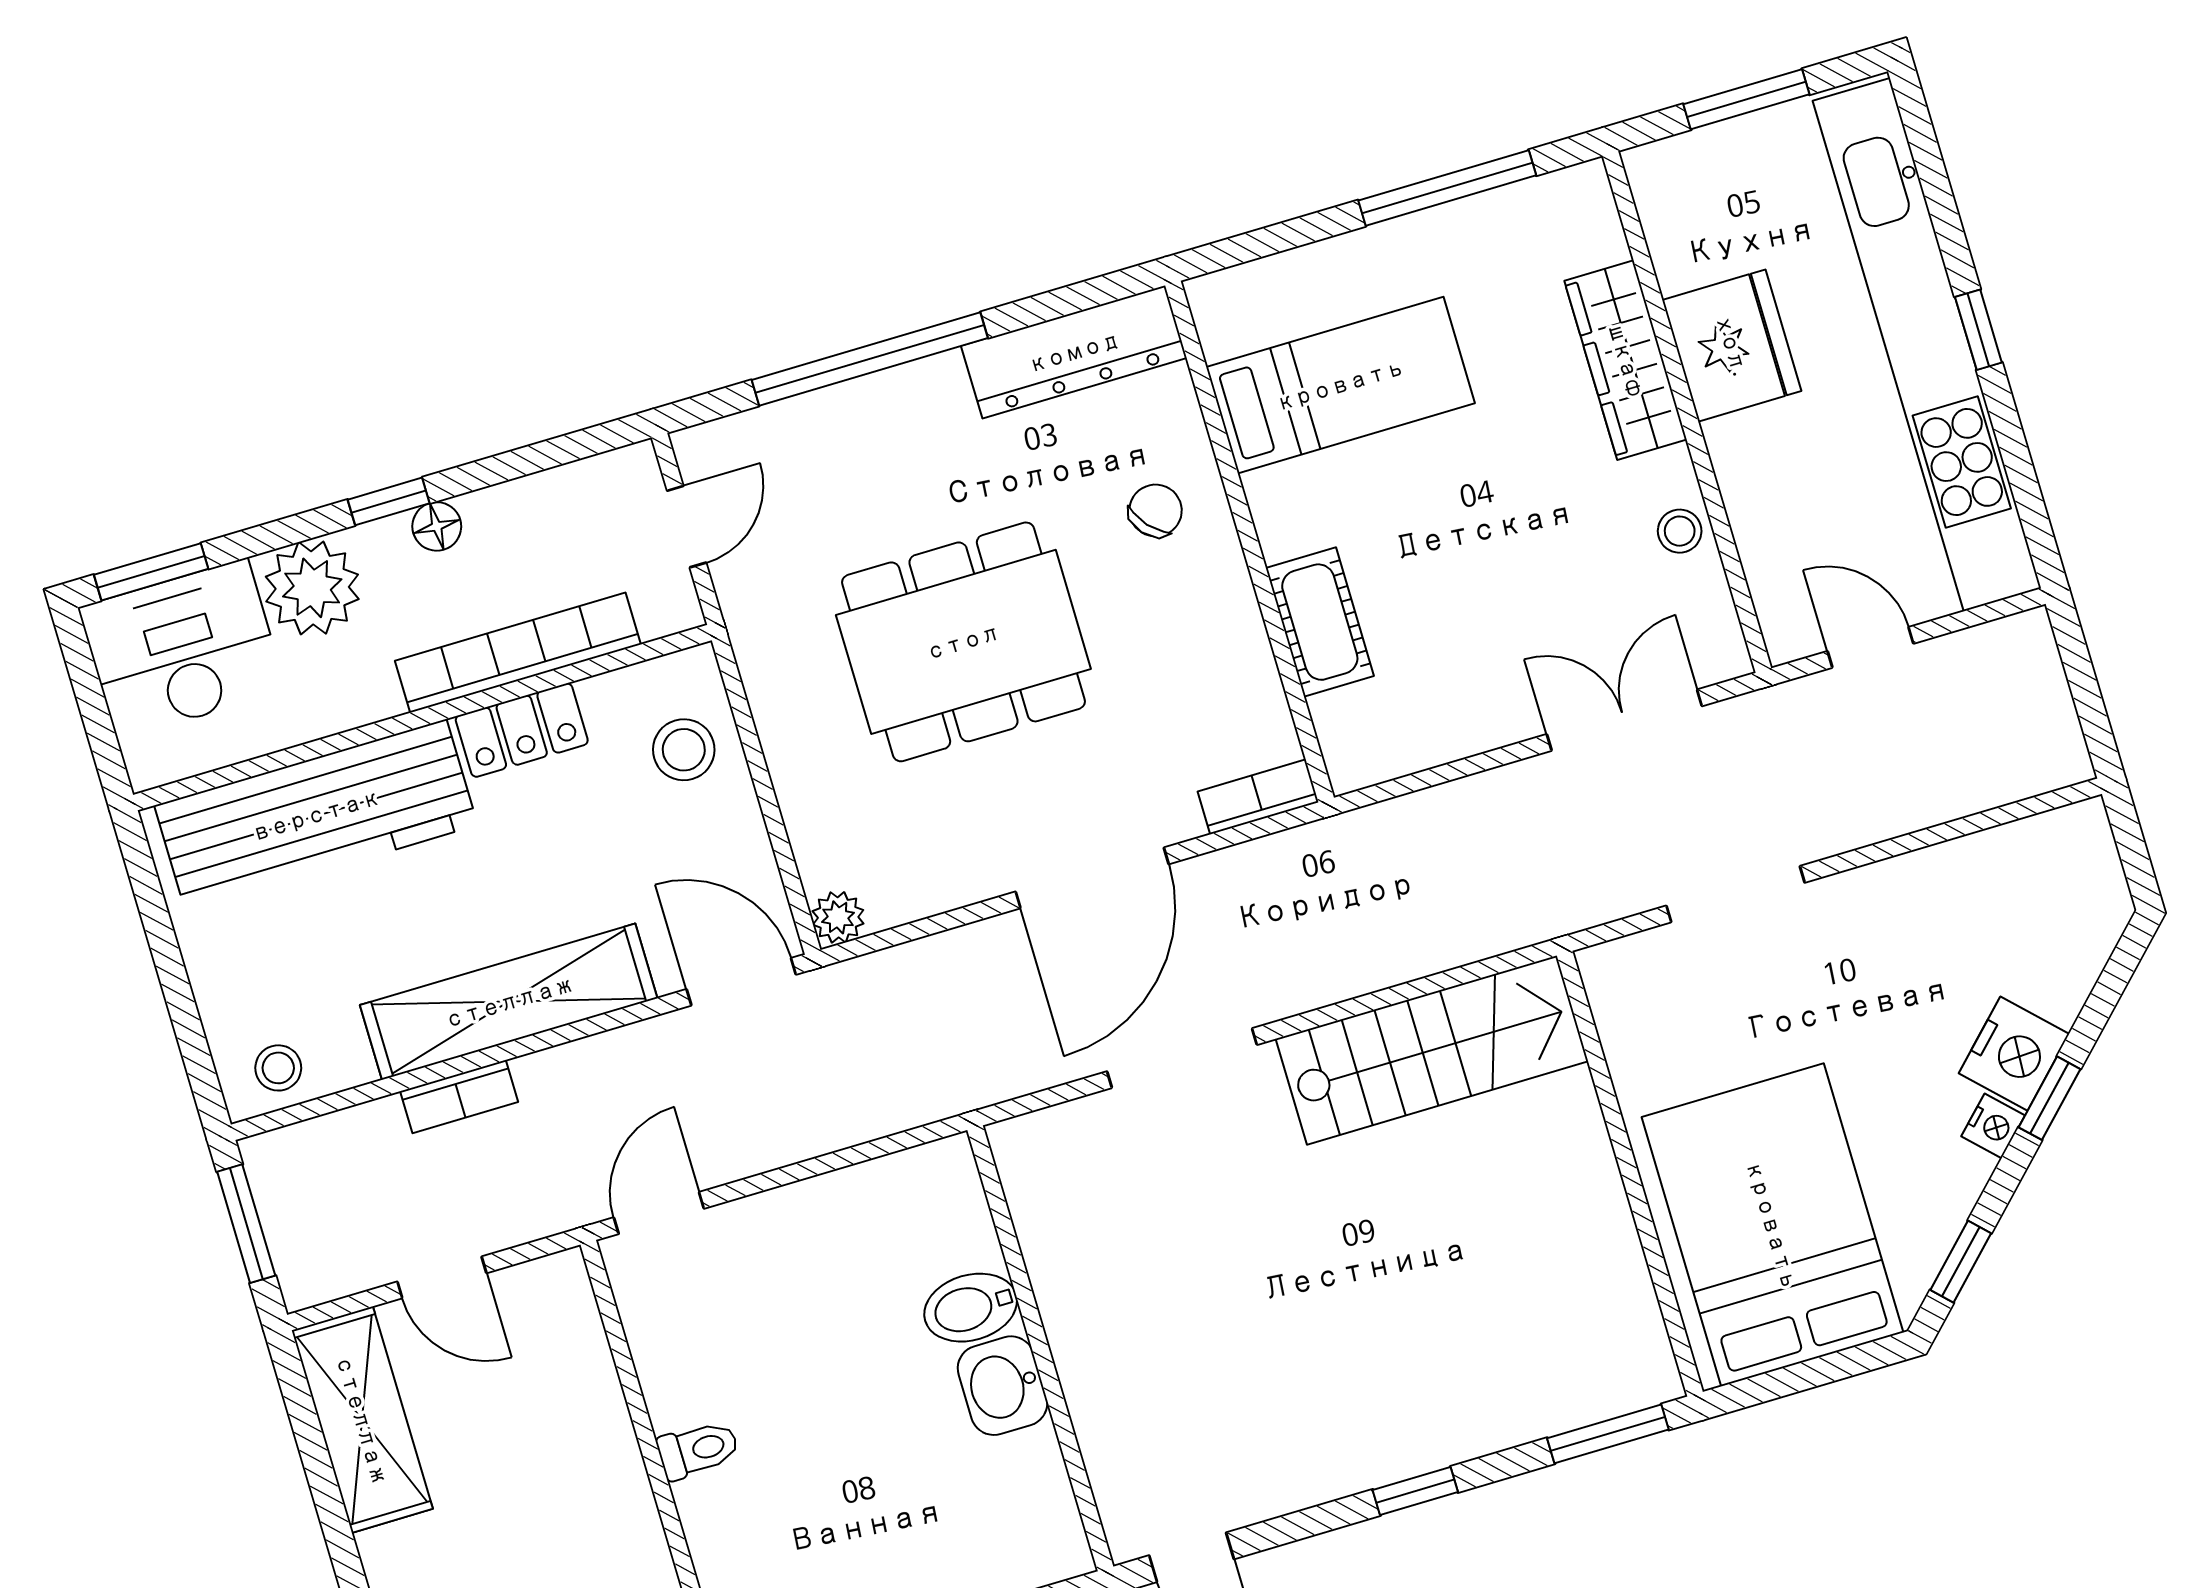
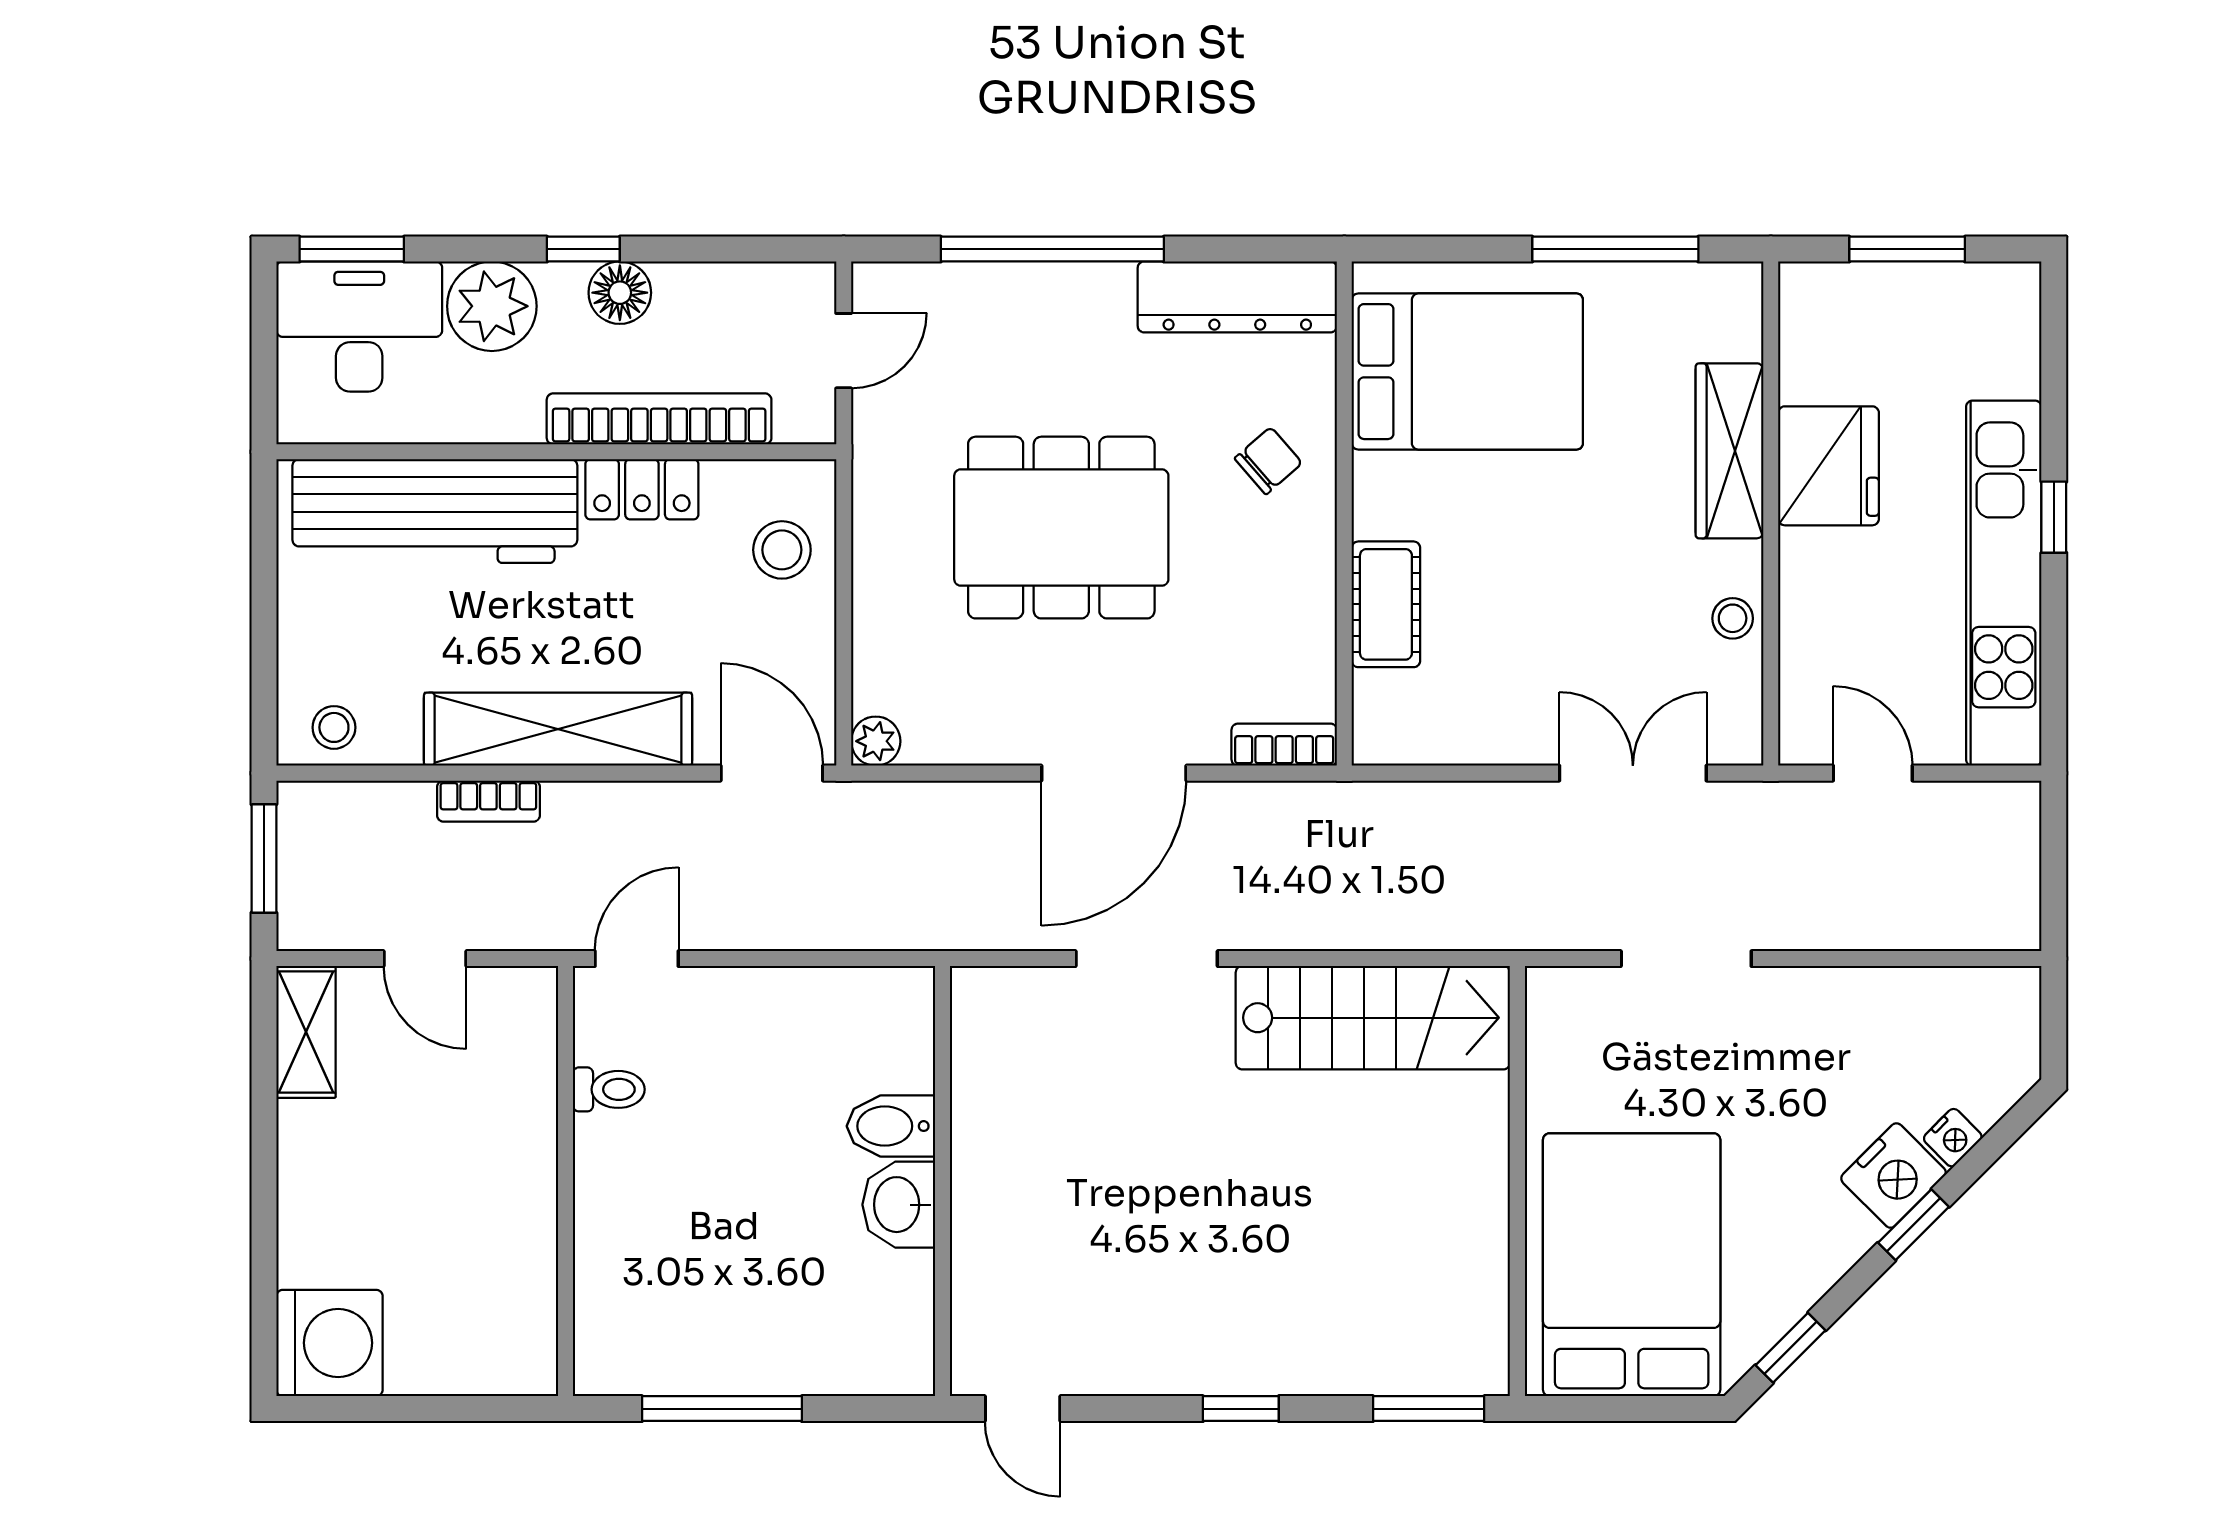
kitchen unit: (1927, 345) -> (2004, 583), width x0.73
bed: (1340, 385) -> (1467, 372), width x1.50
floor lamp: (437, 526) -> (620, 293), width x1.37, depth x1.37
nightstand: (1993, 1126) -> (1953, 1138), moved
shelving: (362, 1420) -> (306, 1032), width x0.67, depth x0.75
toilet: (698, 1450) -> (609, 1089), moved

